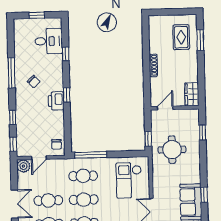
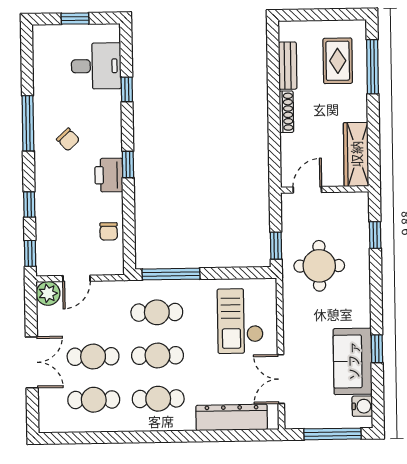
bench: (154, 40) -> (288, 66), added
window: (200, 40) -> (373, 67), width x1.44
wardrobe: (192, 94) -> (356, 154), width x1.50
chair: (56, 144) -> (109, 231), moved

